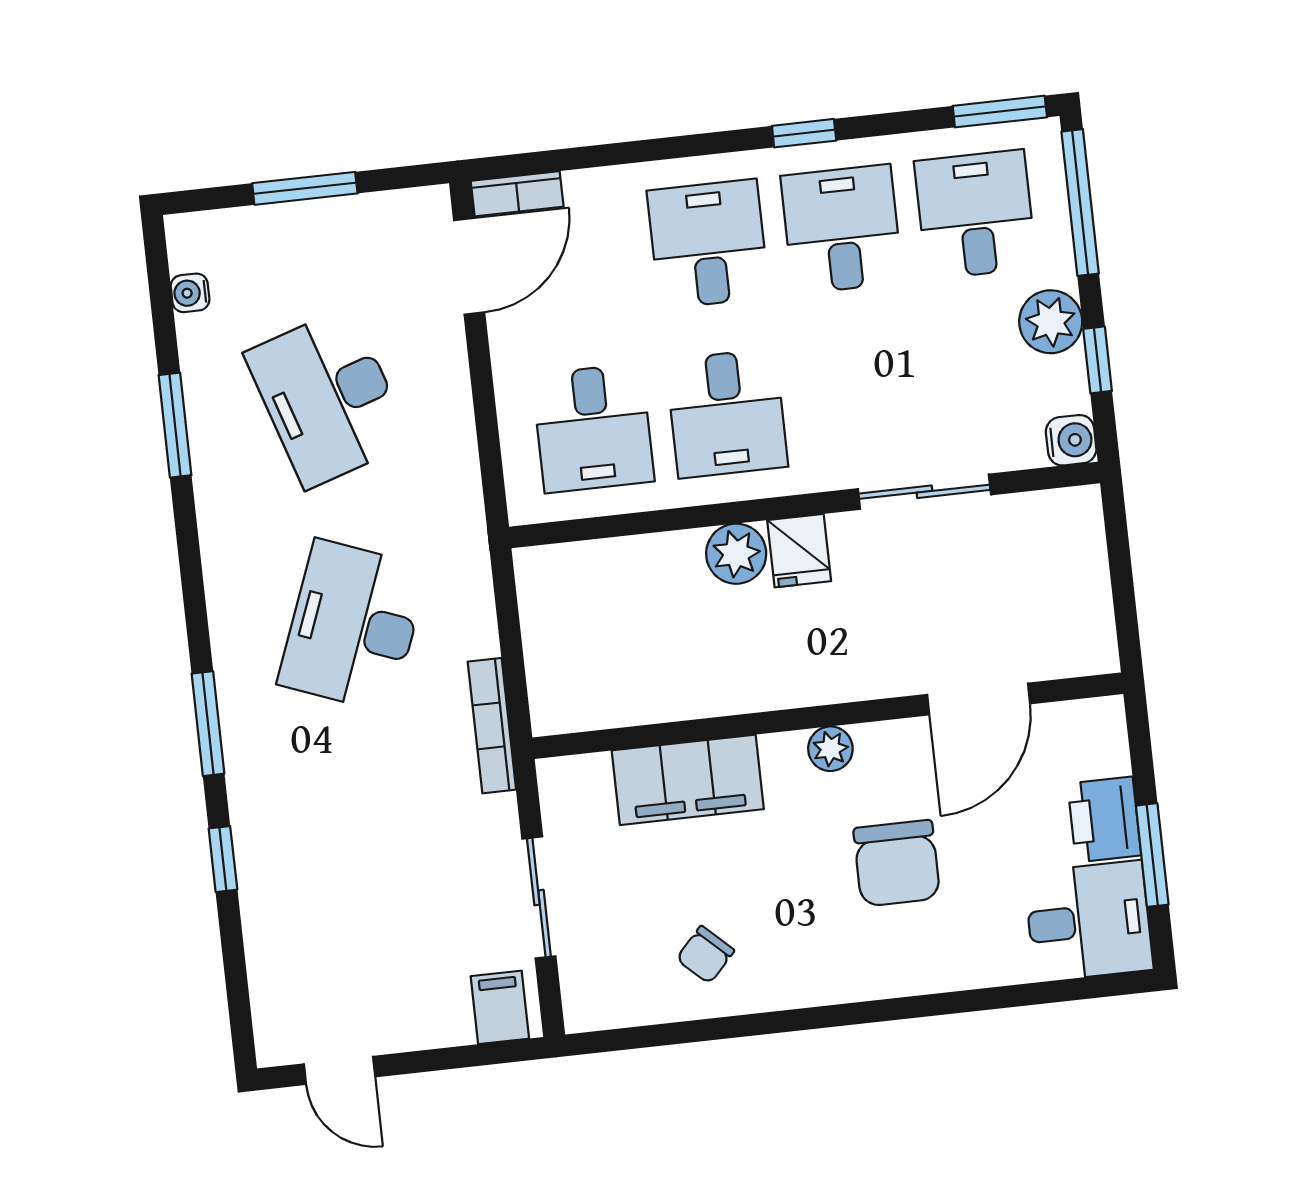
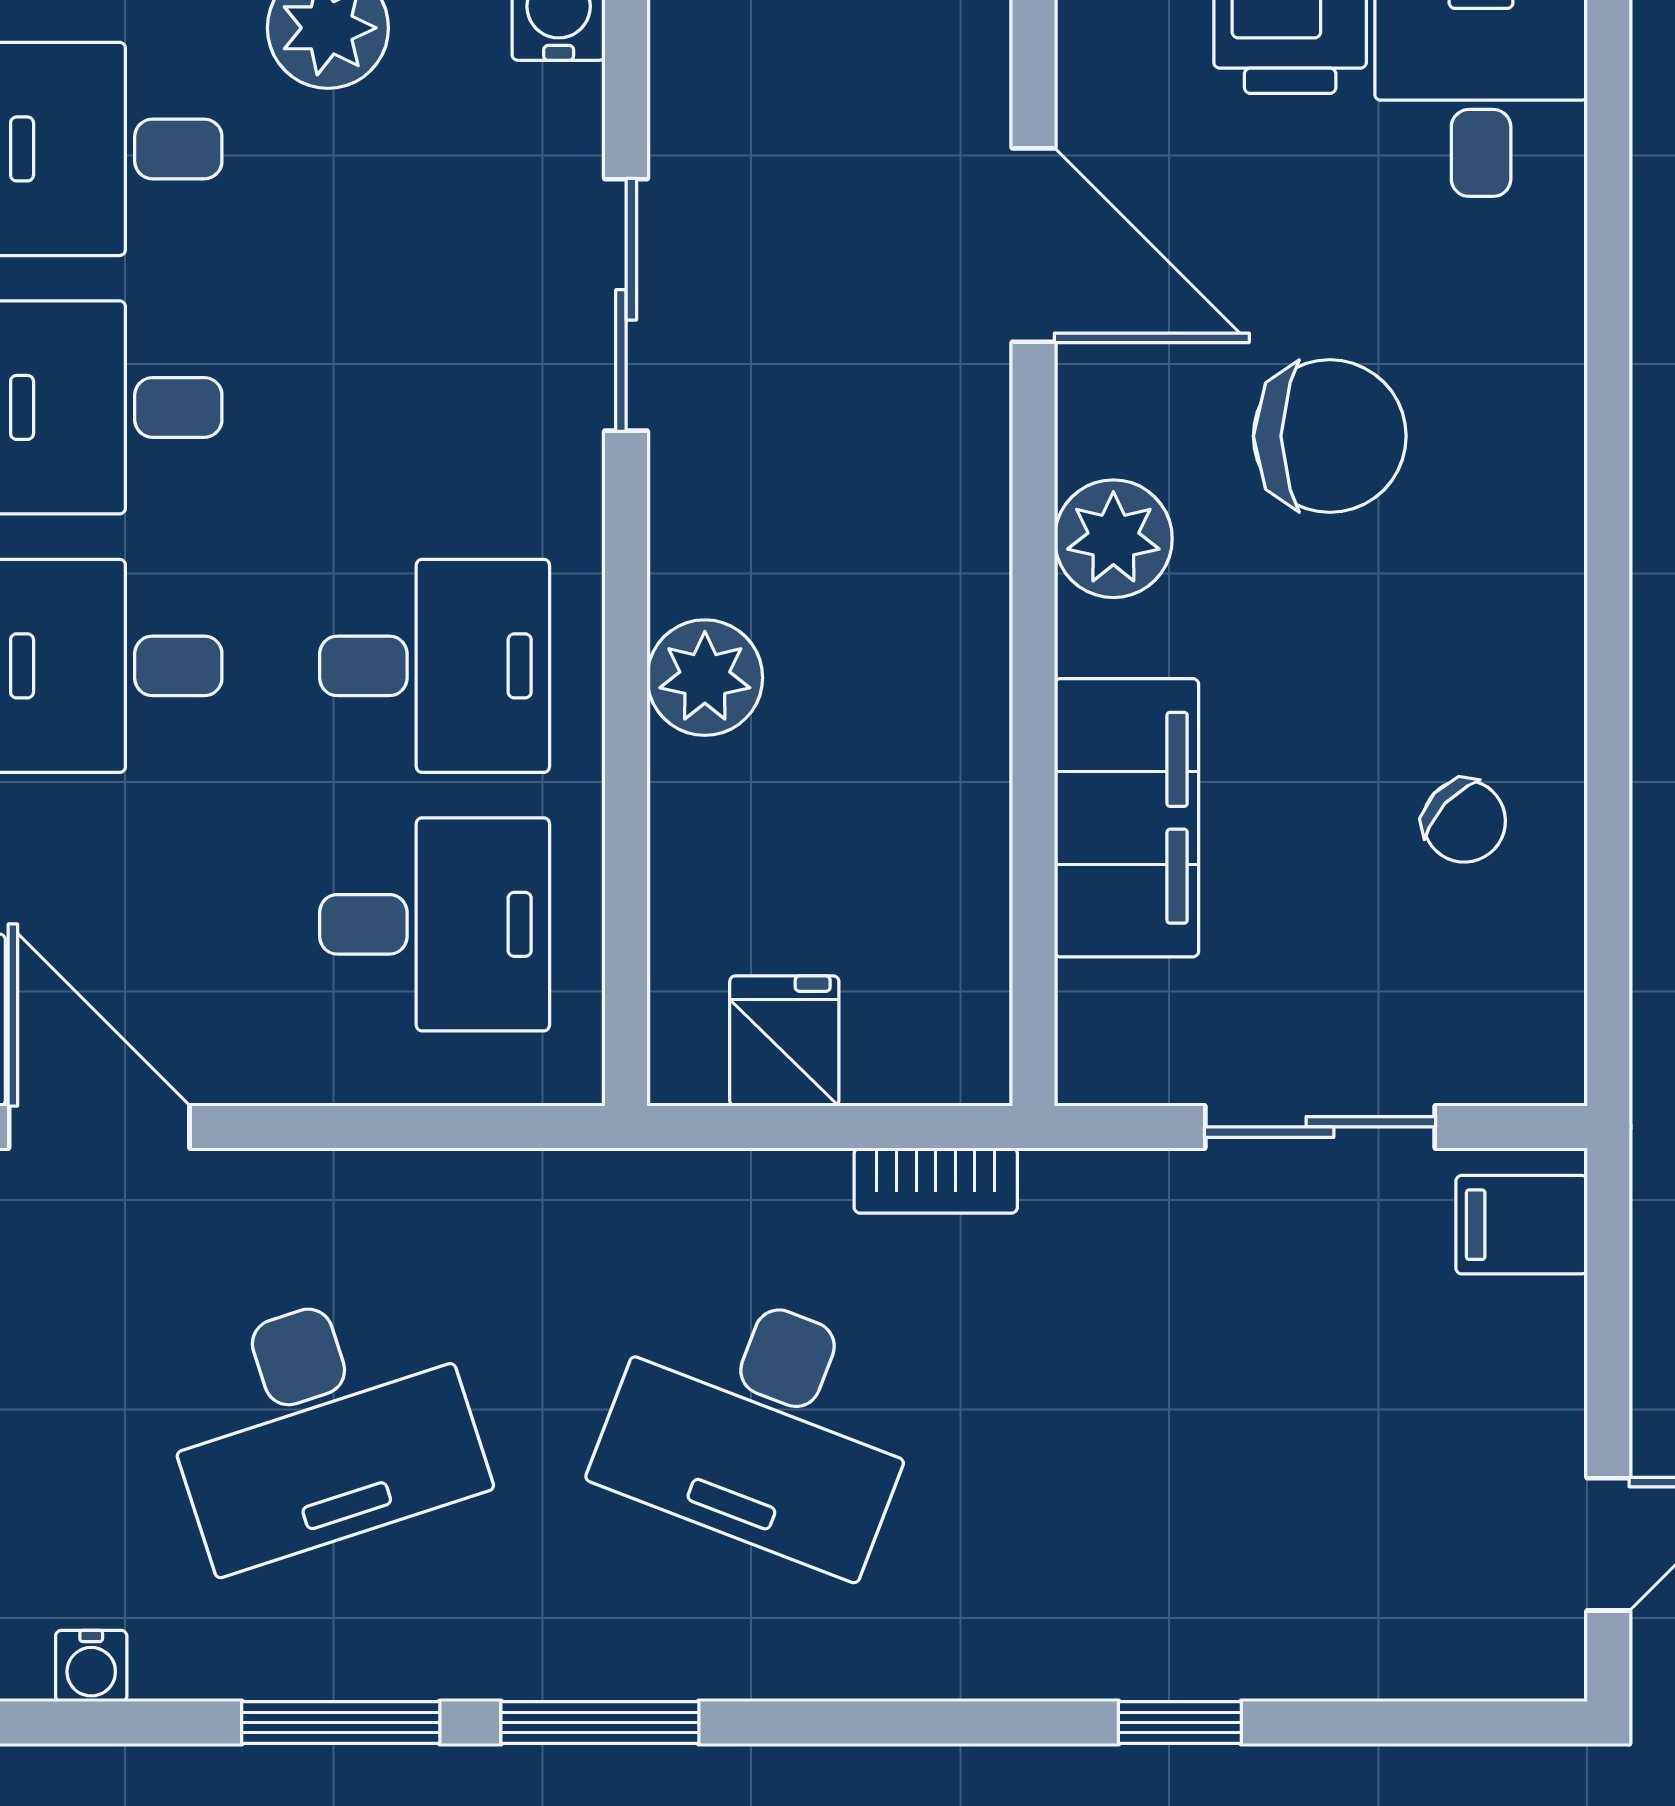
fridge: (799, 551) -> (784, 1041), moved, turned -90
window: (208, 724) -> (600, 1723), moved
bookcase: (492, 726) -> (936, 1181), width x0.64
plant: (830, 749) -> (1113, 539), width x1.38, depth x1.38

